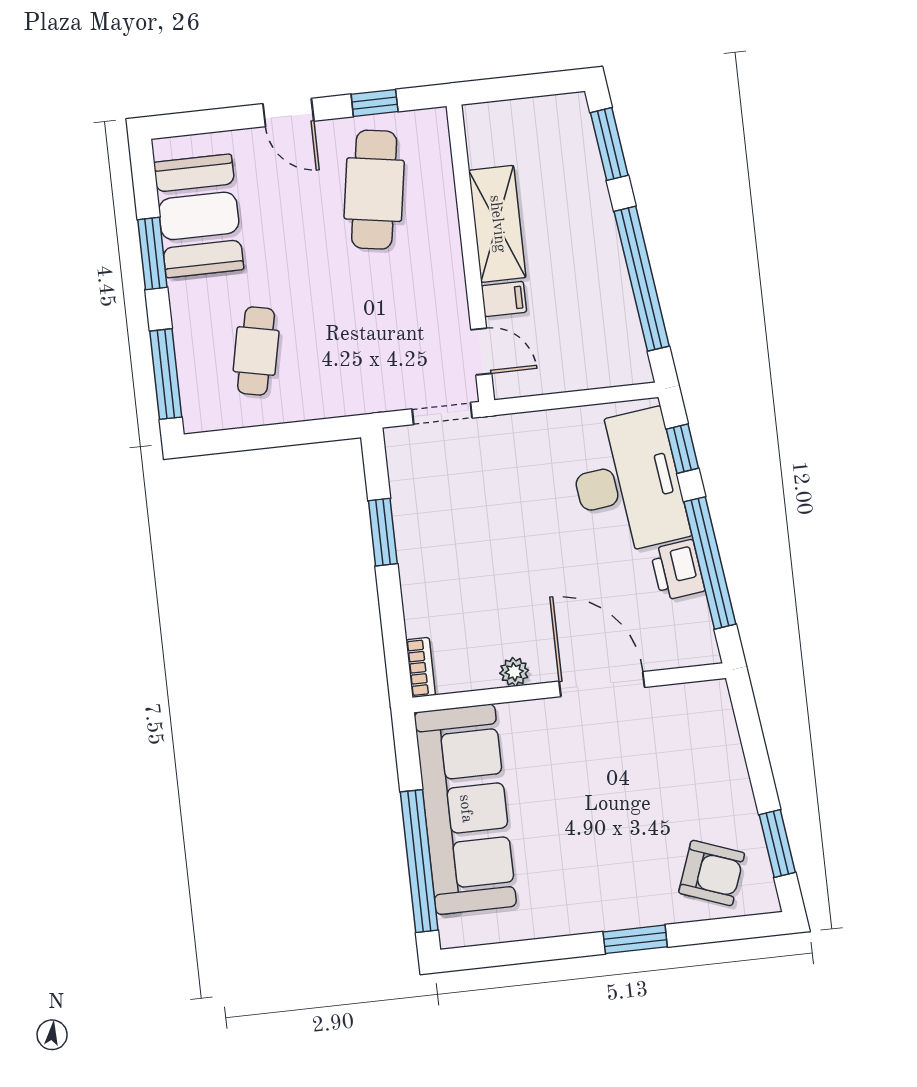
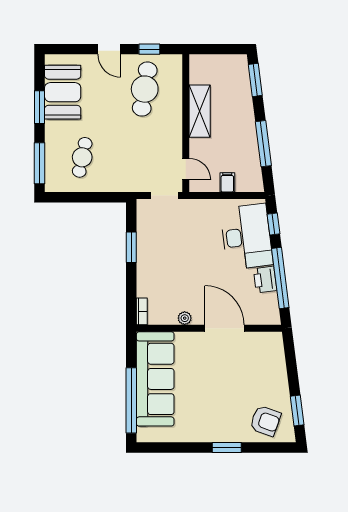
window: (642, 279) -> (263, 144), width x0.68
filing cabinet: (504, 299) -> (227, 182), moved, turned -90

